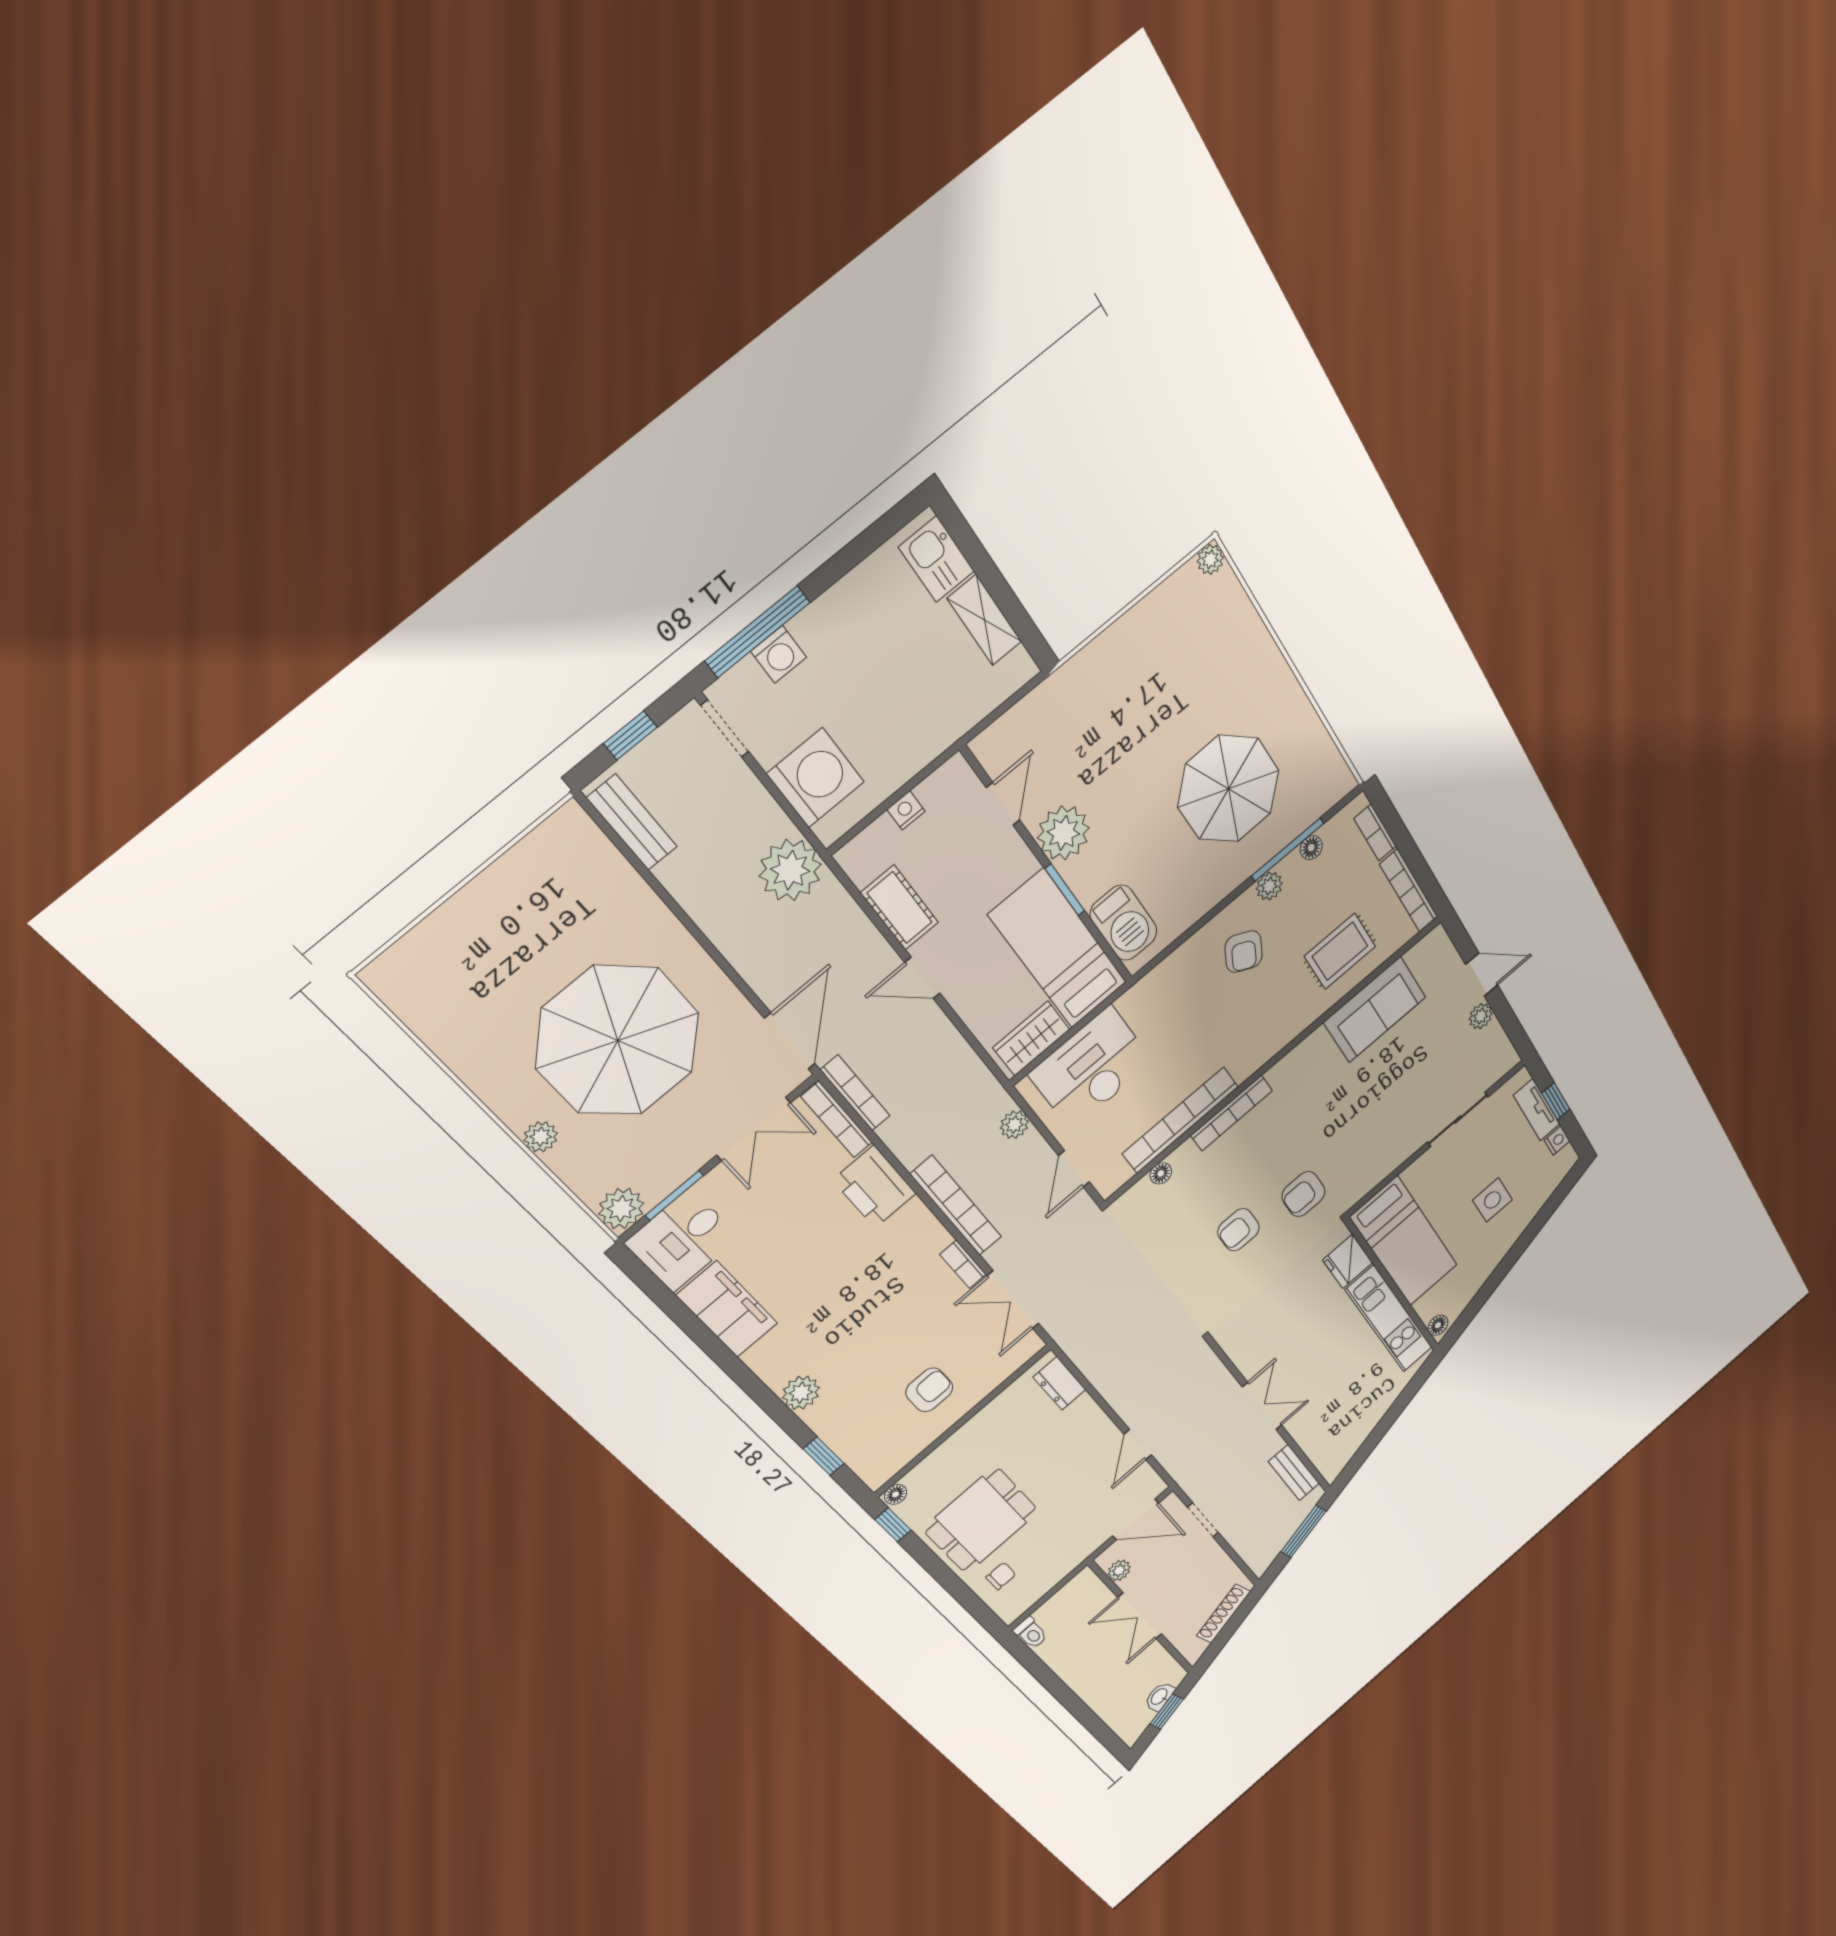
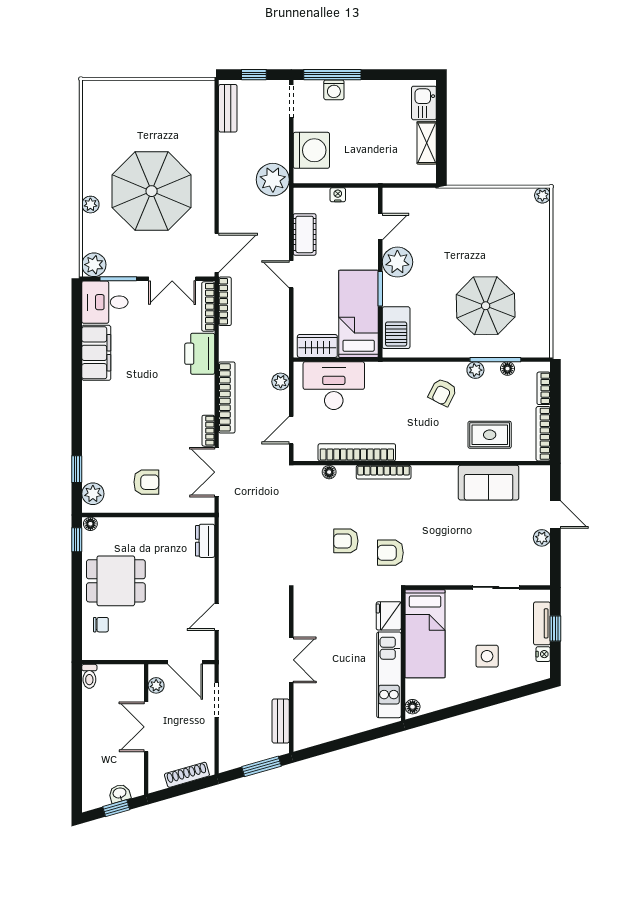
plant: (801, 1393) -> (93, 494), moved

